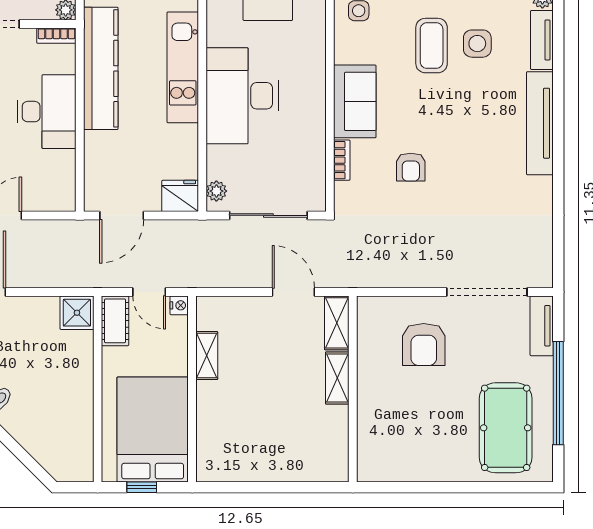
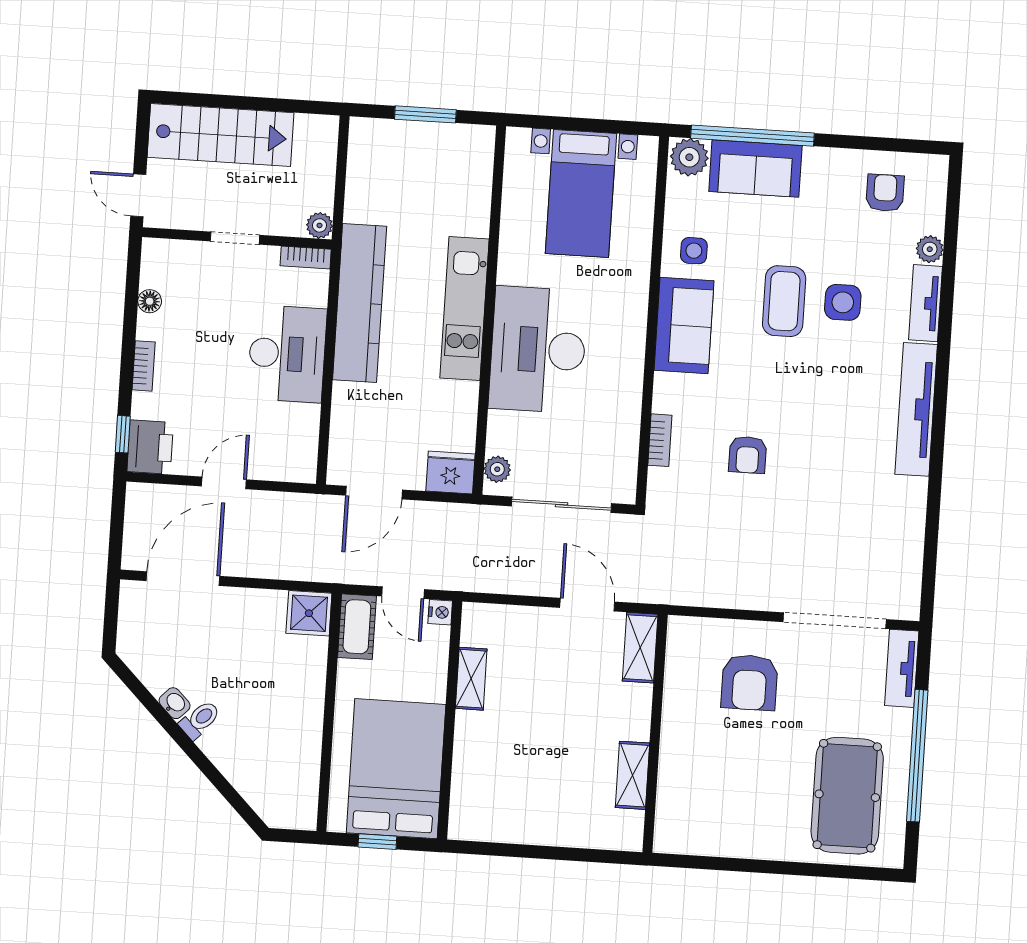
sofa: (355, 101) -> (684, 326), moved
shelving: (337, 378) -> (632, 775), moved

